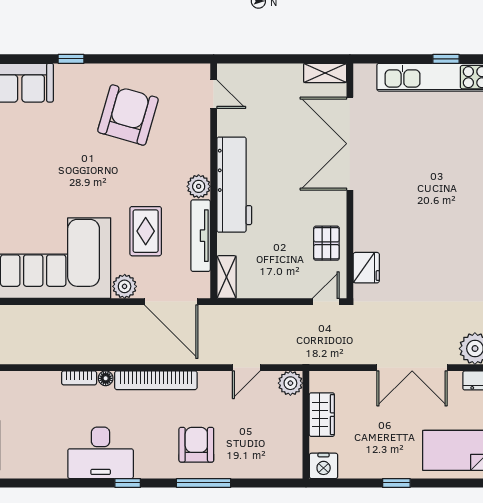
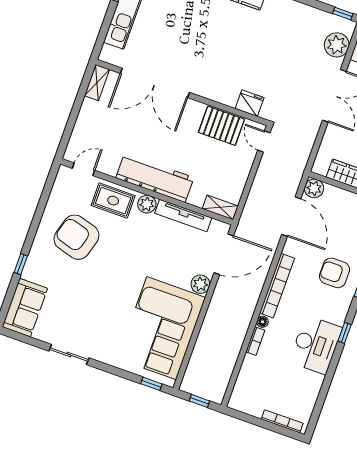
rug: (146, 231) -> (113, 201), moved
pallet: (326, 243) -> (221, 126), width x1.50, depth x1.42
door: (246, 368) -> (291, 217), width x1.87

